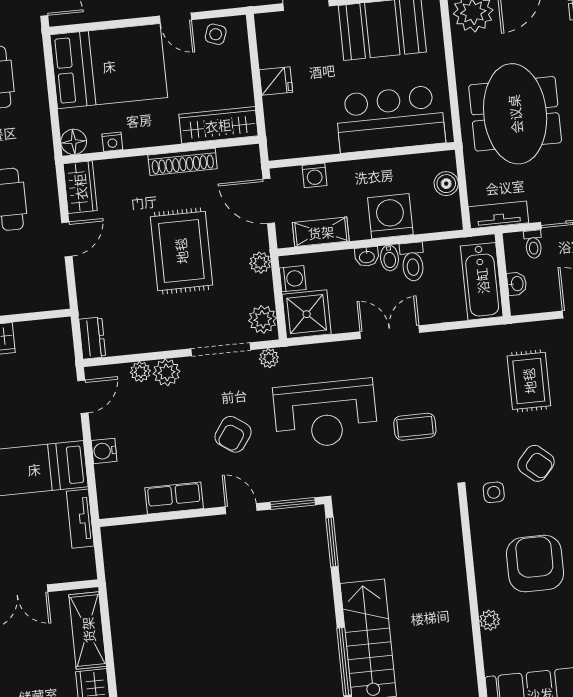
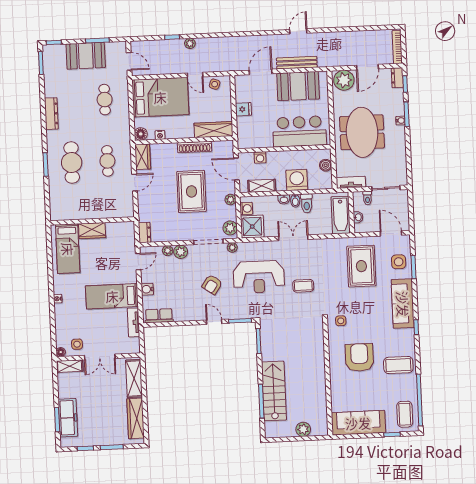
rug: (529, 381) -> (361, 266), width x1.36, depth x1.43
armchair: (536, 463) -> (363, 307), removed
row of seats: (174, 498) -> (159, 316), moved
plant: (490, 620) -> (335, 384), removed

